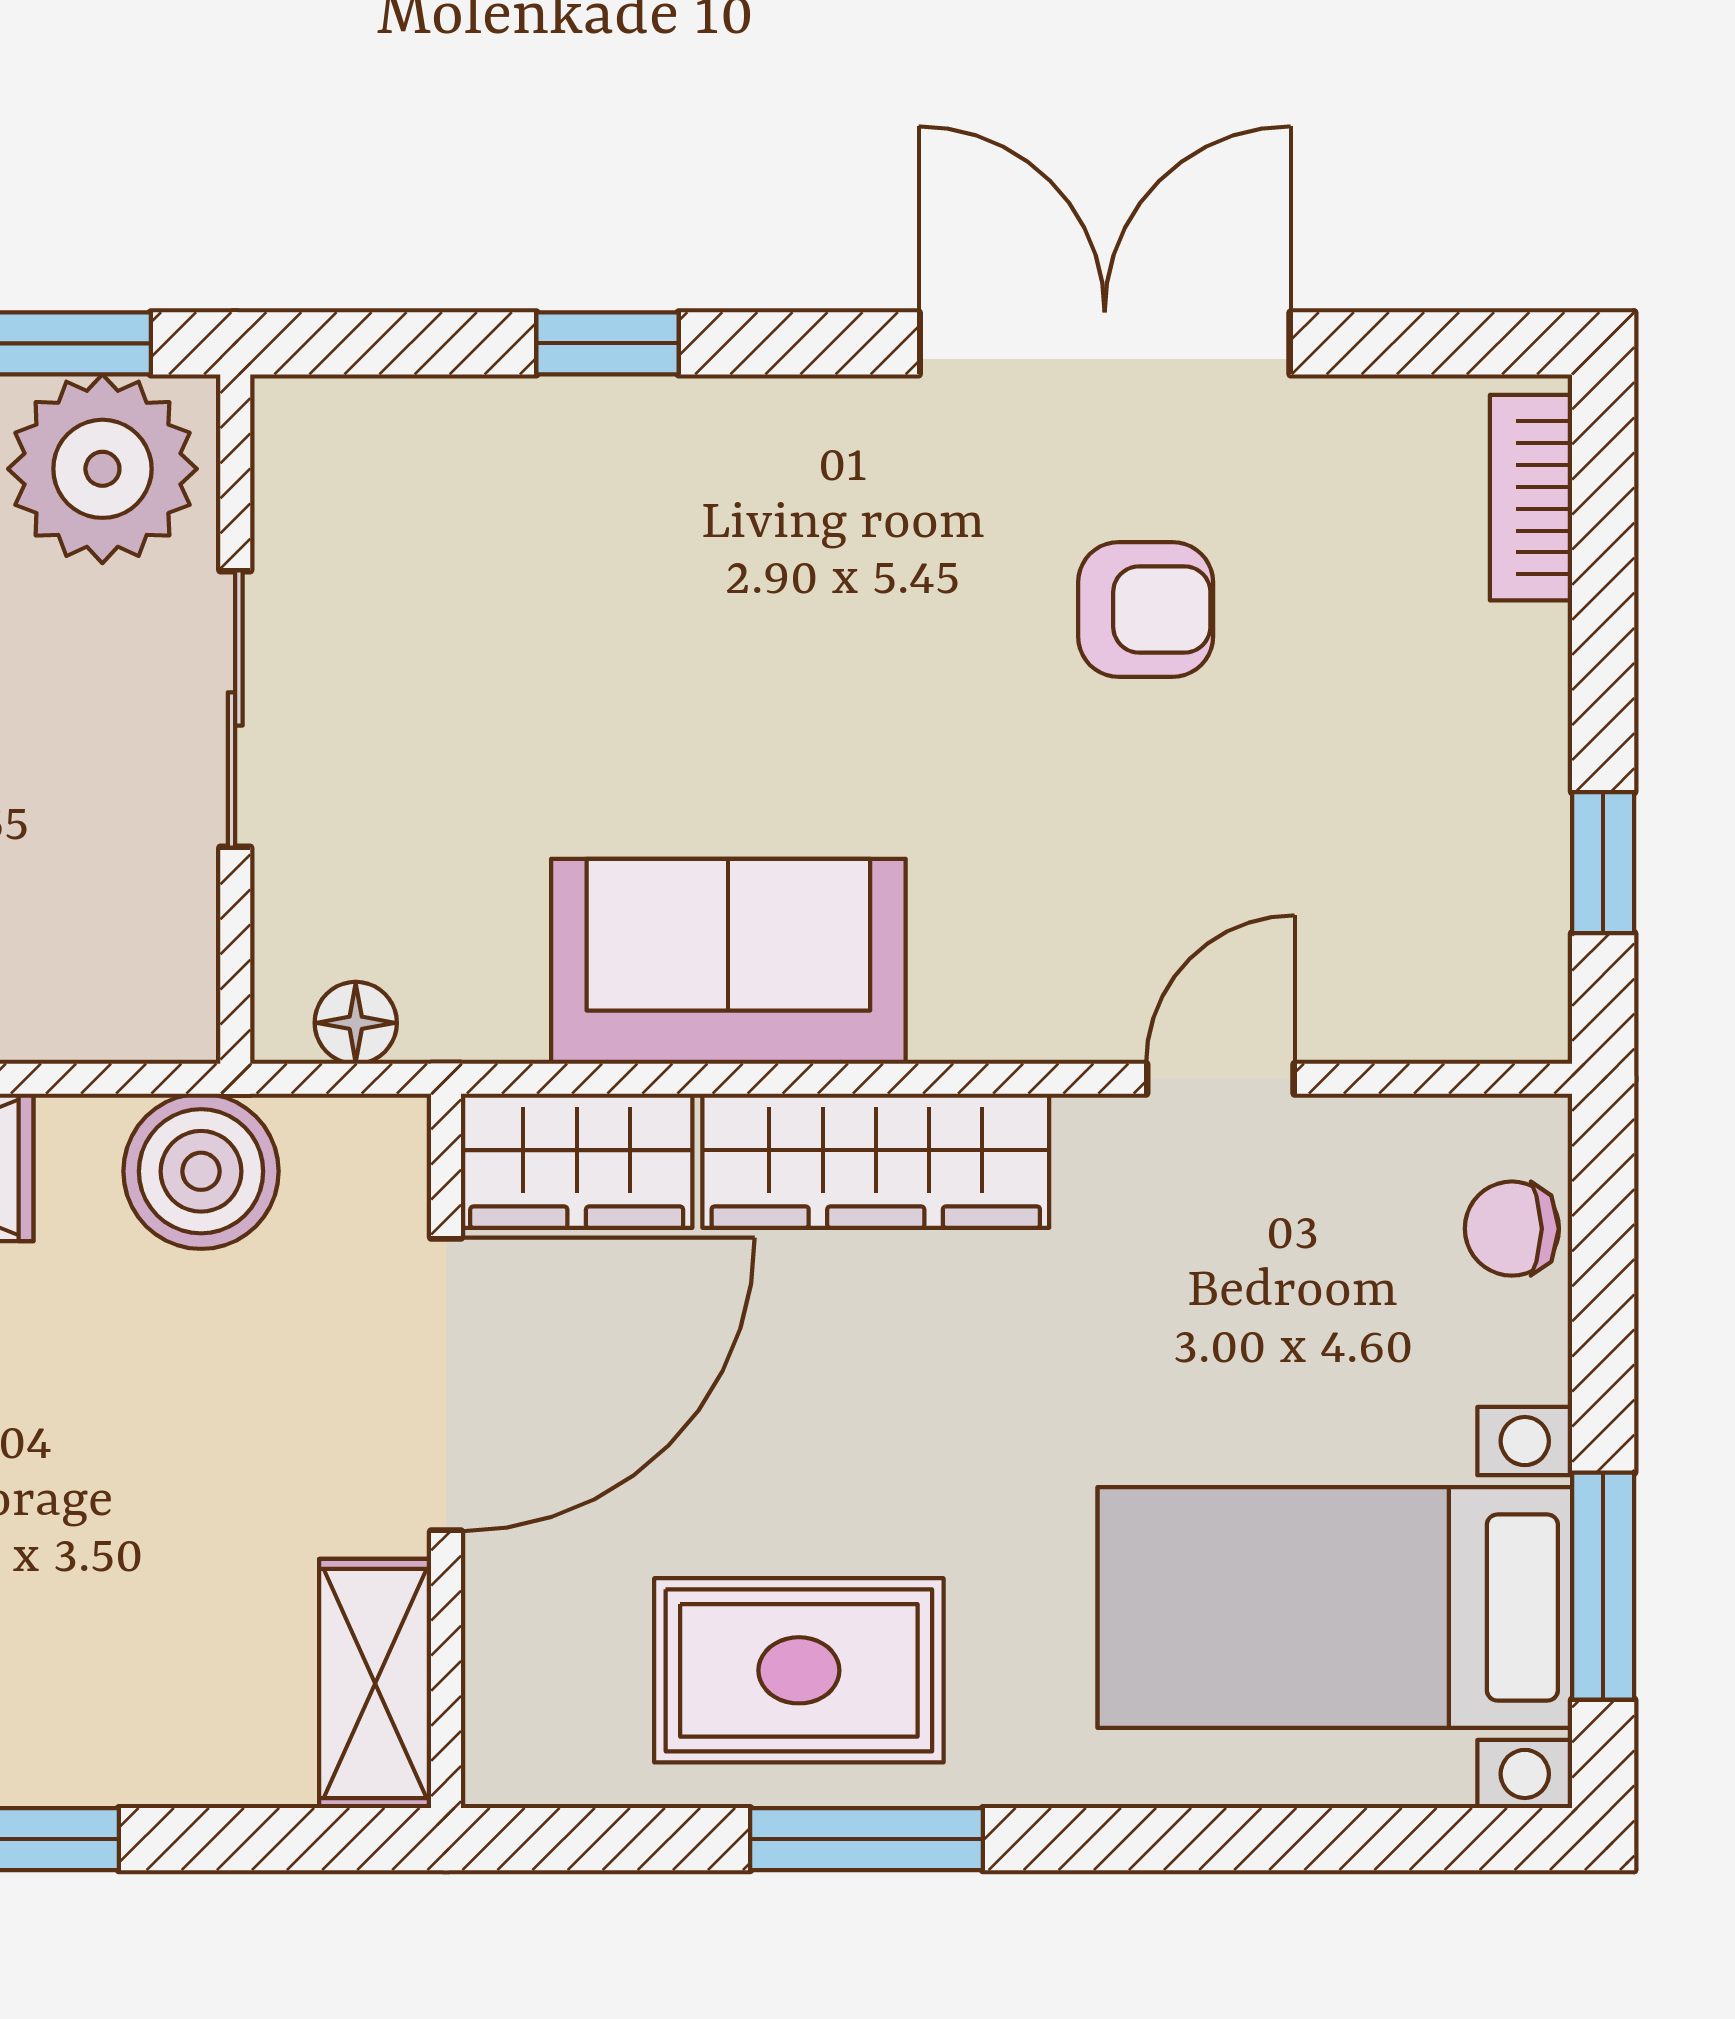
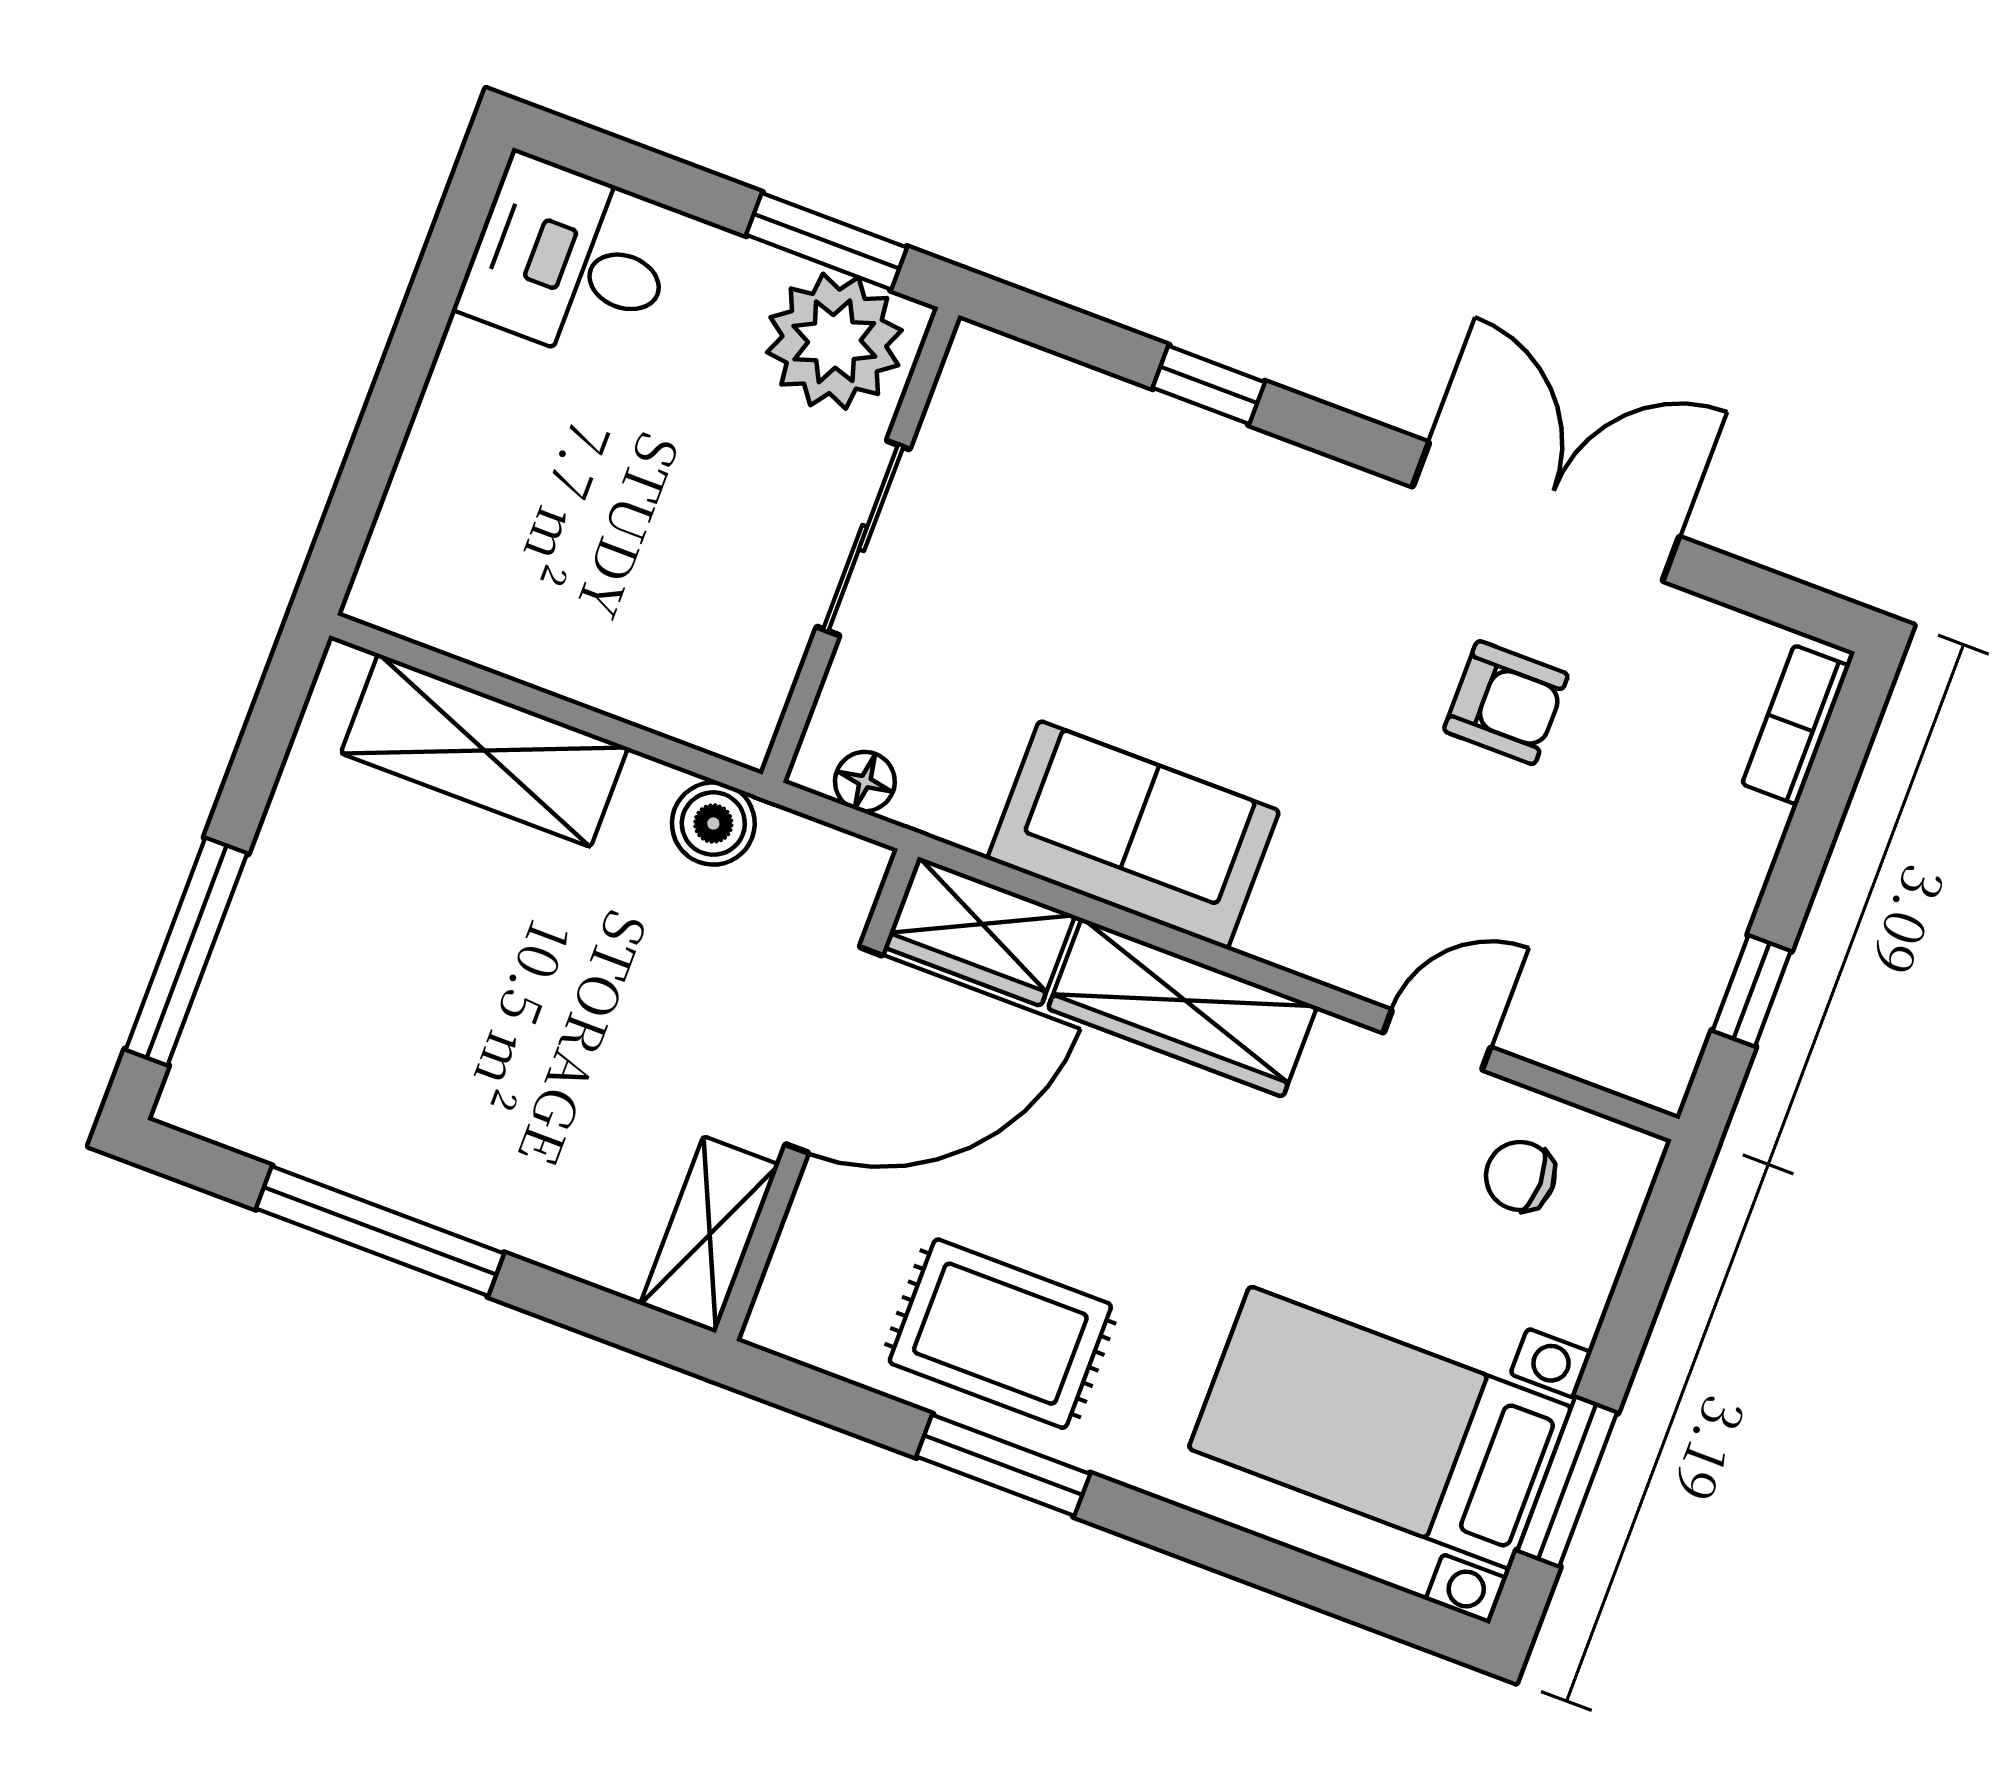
boiler: (201, 1171) -> (713, 824), width x0.73, depth x0.73
chair: (1512, 1229) -> (1520, 1176), moved

